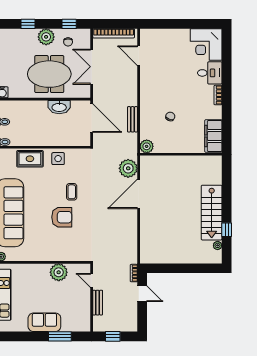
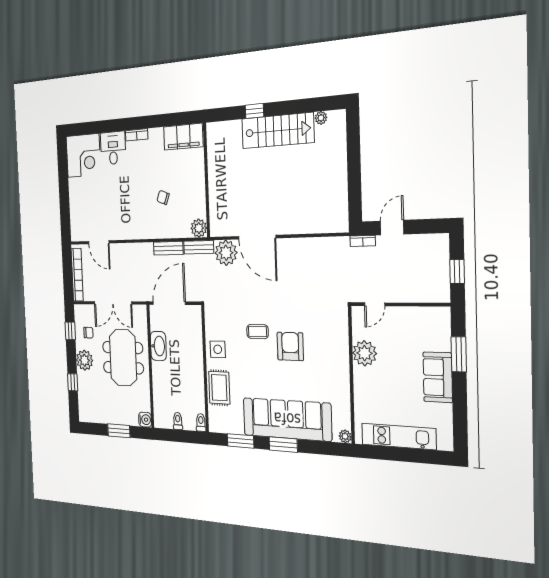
door: (139, 56) -> (99, 242), hinge flipped
window: (227, 230) -> (254, 111), moved
bench: (98, 303) -> (199, 247), moved

